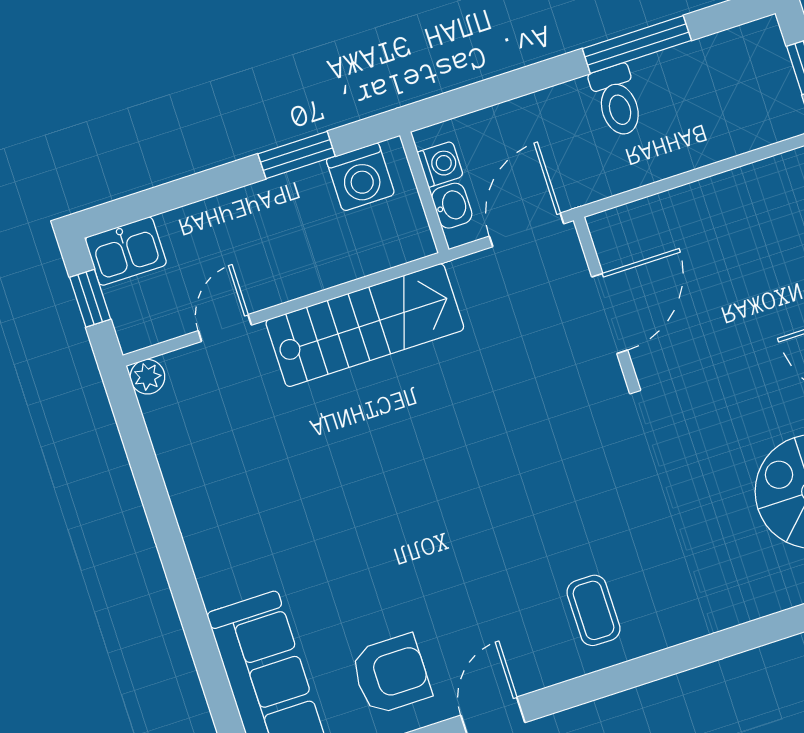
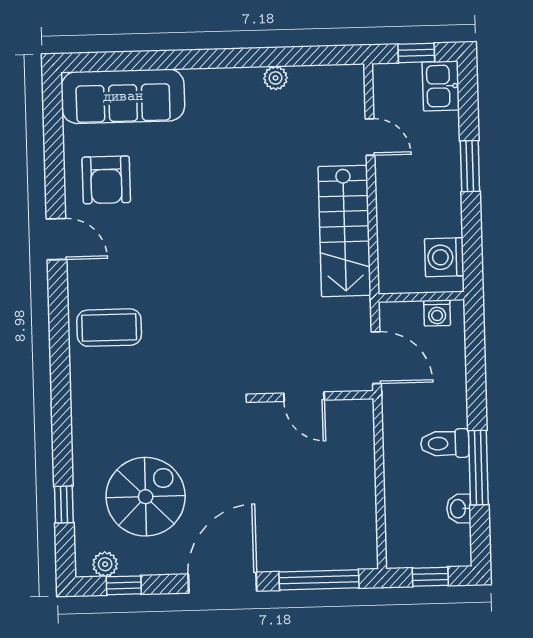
window: (297, 155) -> (470, 166), moved
washbasin: (452, 206) -> (459, 509), moved, turned 90
door: (610, 314) -> (304, 397), width x0.73
plant: (147, 377) -> (276, 78), moved
coffee table: (593, 610) -> (109, 328), width x1.36, depth x1.30

